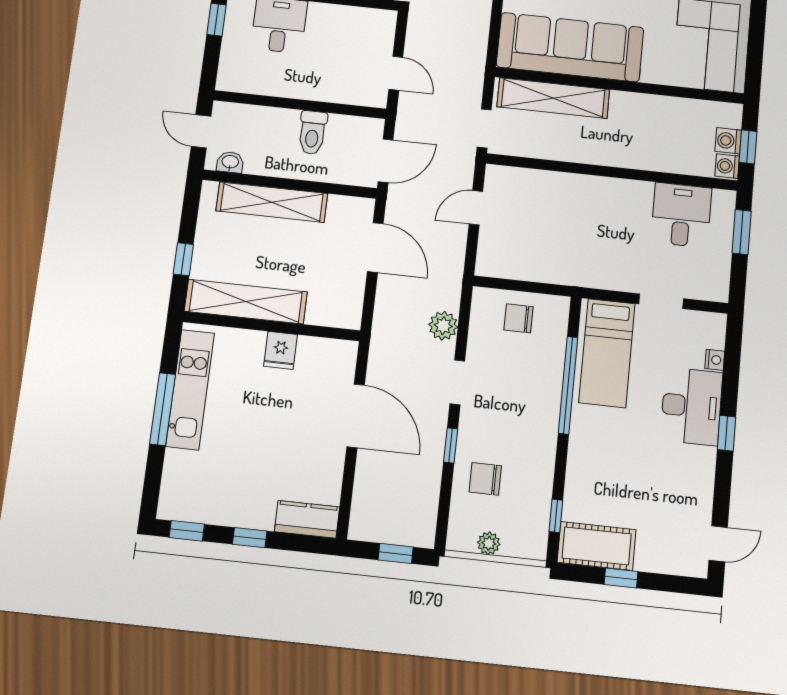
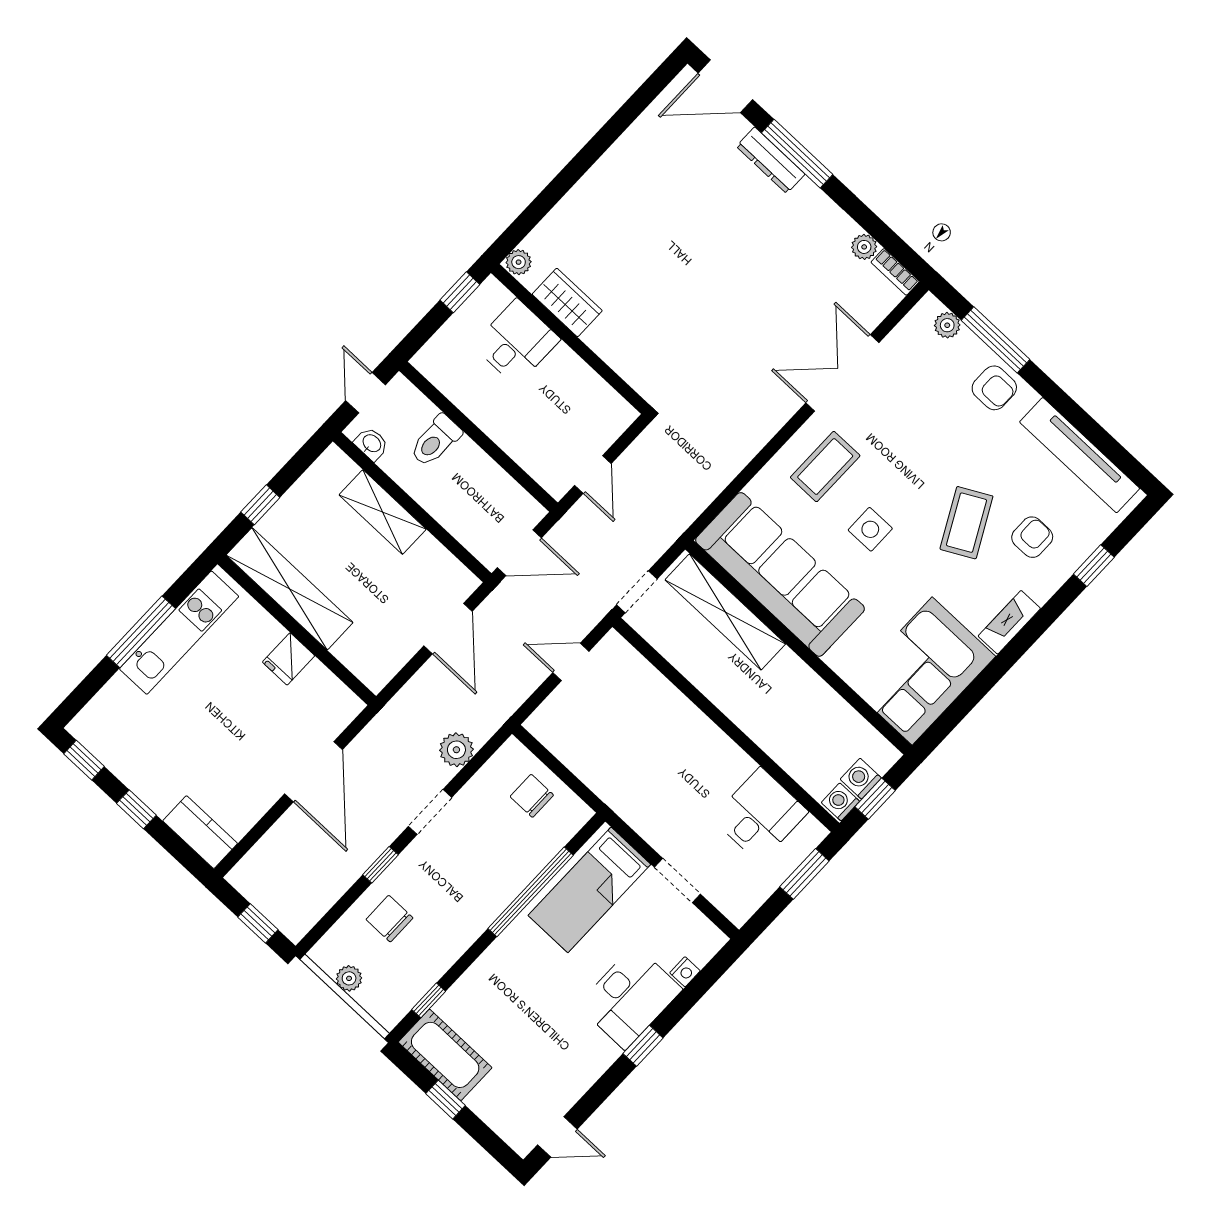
toilet: (312, 133) -> (436, 441), moved
shelving: (272, 202) -> (383, 512), width x0.68

